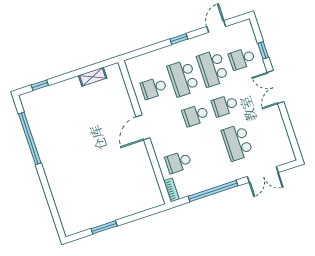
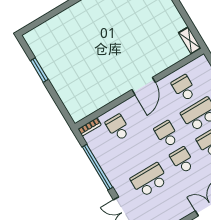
shelving: (93, 77) -> (190, 40), moved
door: (143, 127) -> (144, 86), swing flipped

